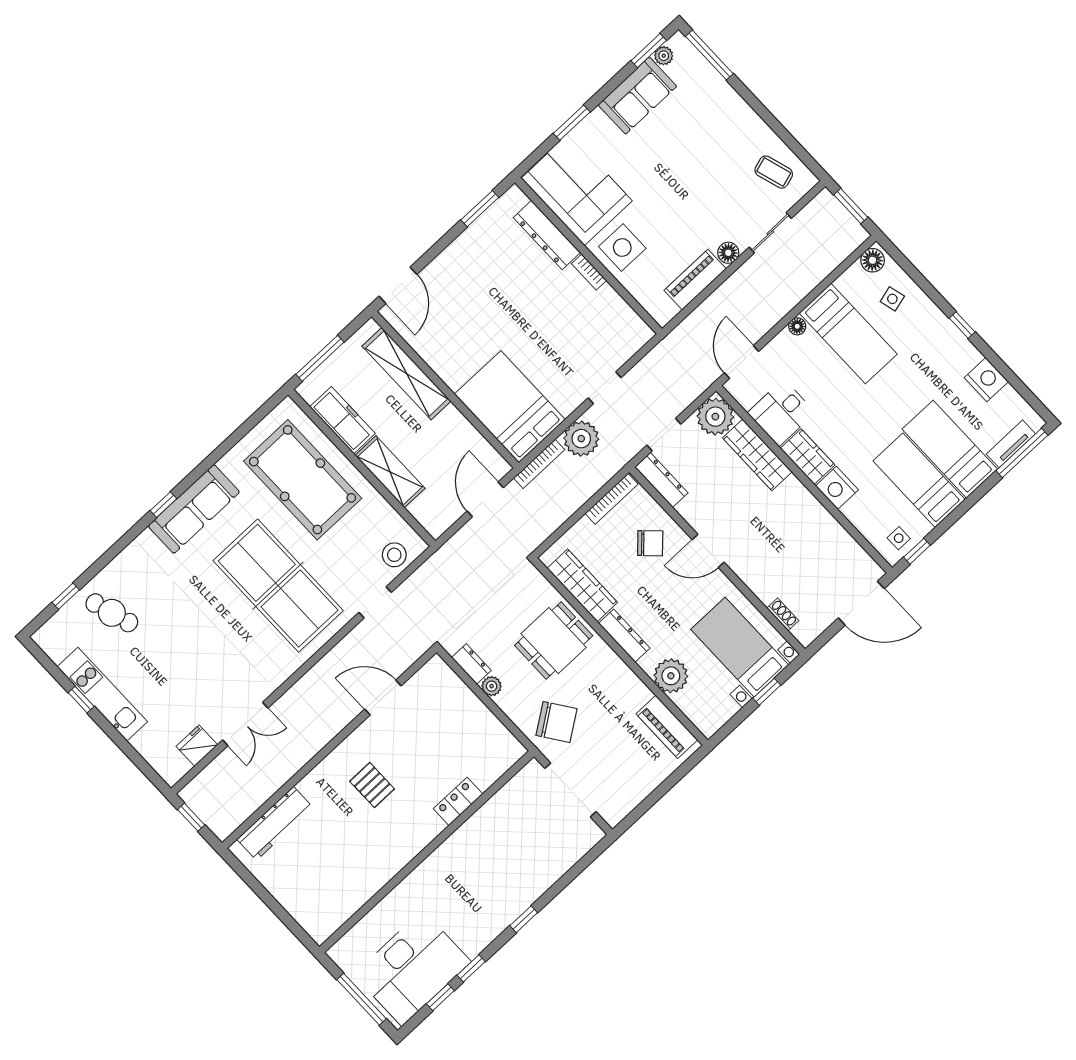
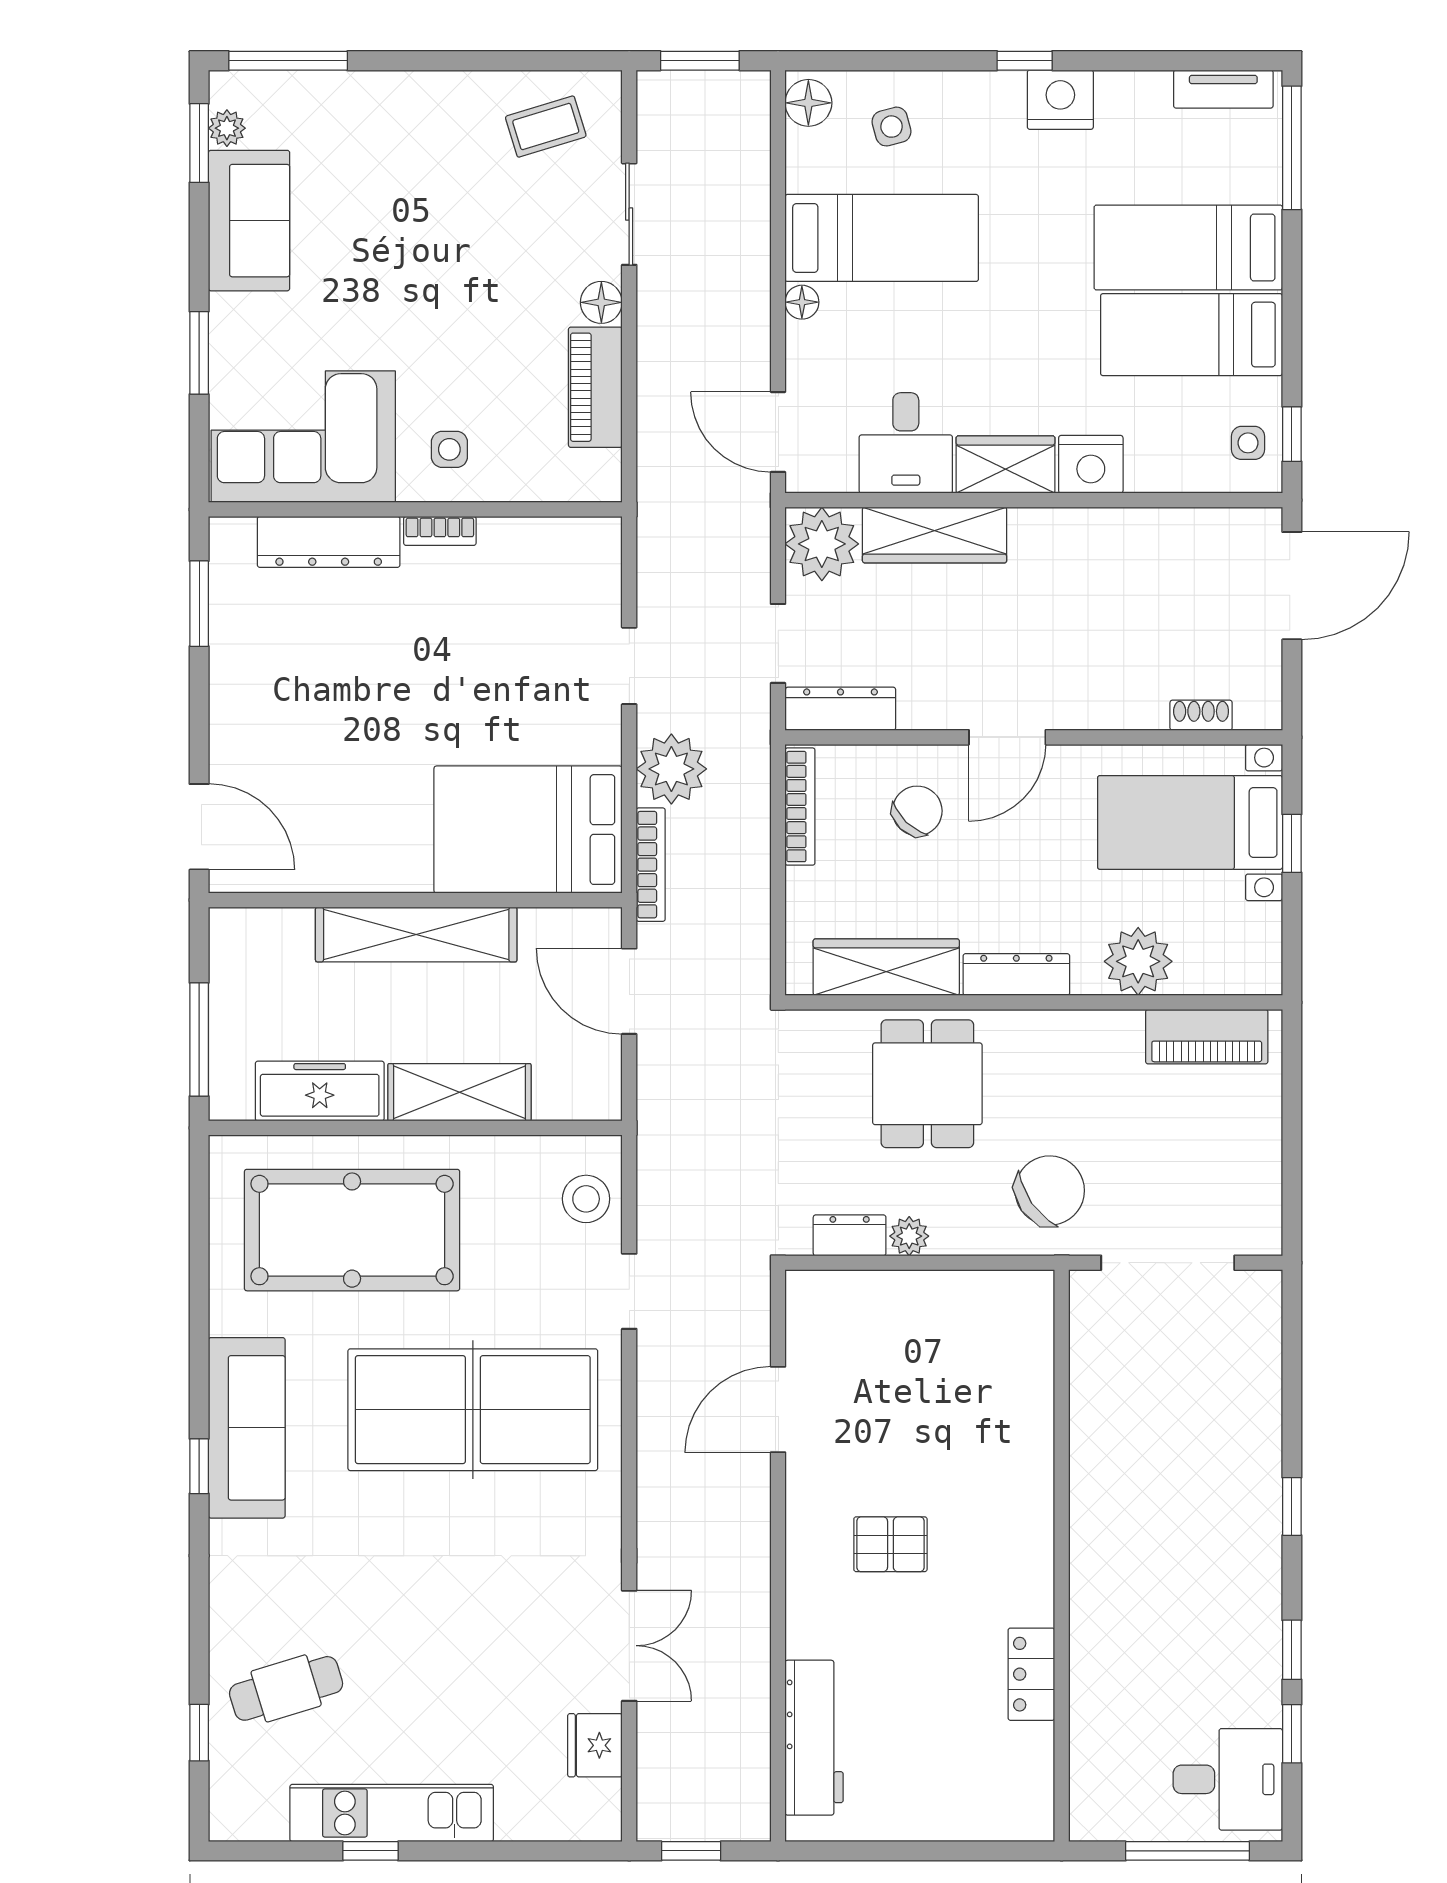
side table: (622, 248) -> (449, 449), width x0.54, depth x0.54
shelving: (407, 374) -> (416, 934), moved
nightstand: (986, 380) -> (1060, 100), moved
tv unit: (1011, 444) -> (1223, 89), moved, turned -90
locker: (458, 801) -> (1031, 1674), moved
desk: (412, 968) -> (1228, 1779), width x0.53, depth x0.77

